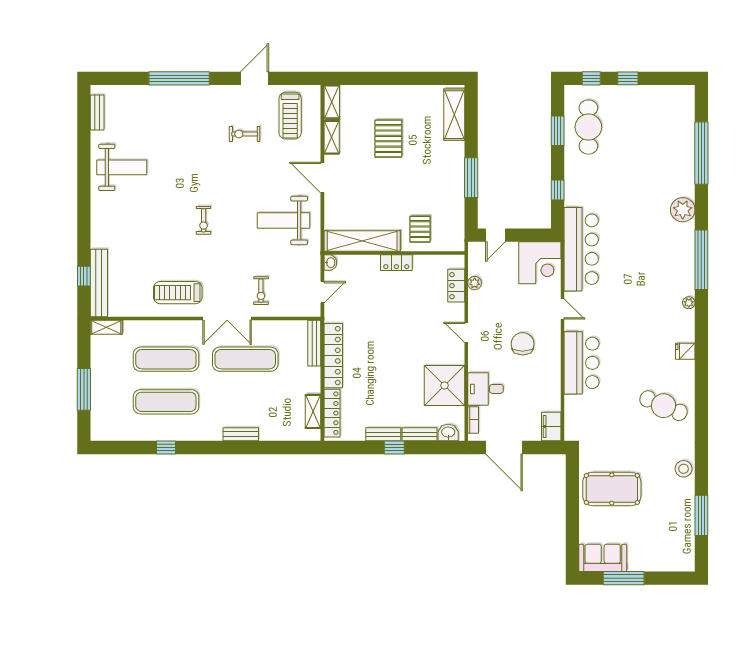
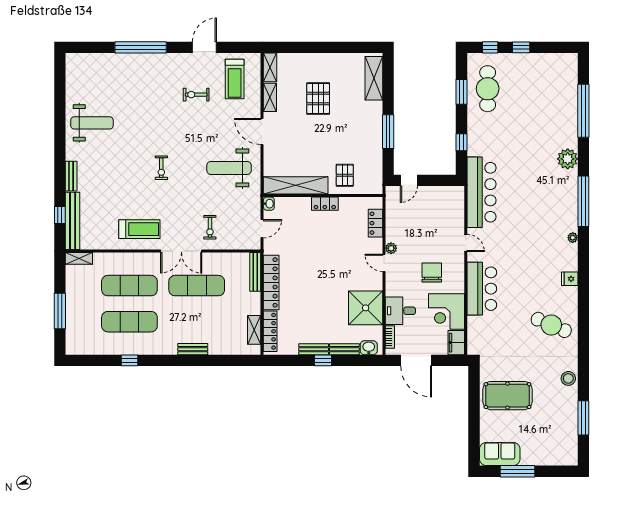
bench: (97, 113) -> (71, 176), moved
corner desk: (540, 263) -> (446, 311), moved, turned 90
plant: (475, 283) -> (391, 248), moved
treadmill: (178, 293) -> (139, 229), turned 180

